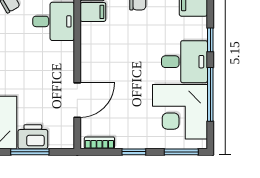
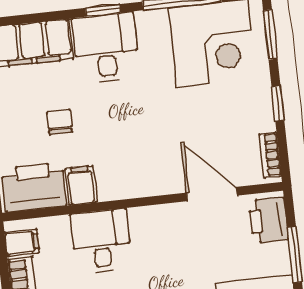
desk: (184, 62) -> (106, 48), moved
printer: (33, 137) -> (268, 220), moved

